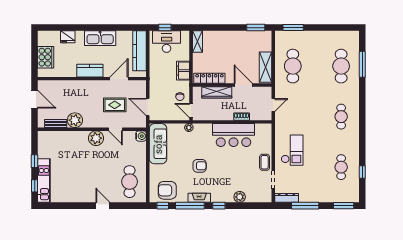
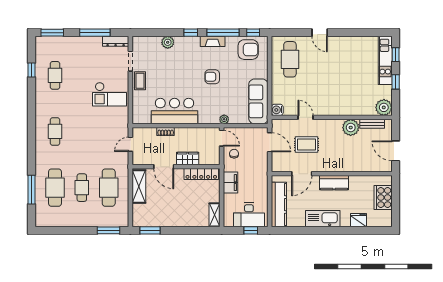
cafe table: (317, 66) -> (82, 188), added
wardrobe: (217, 92) -> (188, 158), width x0.67
plant: (96, 138) -> (384, 107), moved
checkout: (292, 150) -> (109, 94), turned -90

